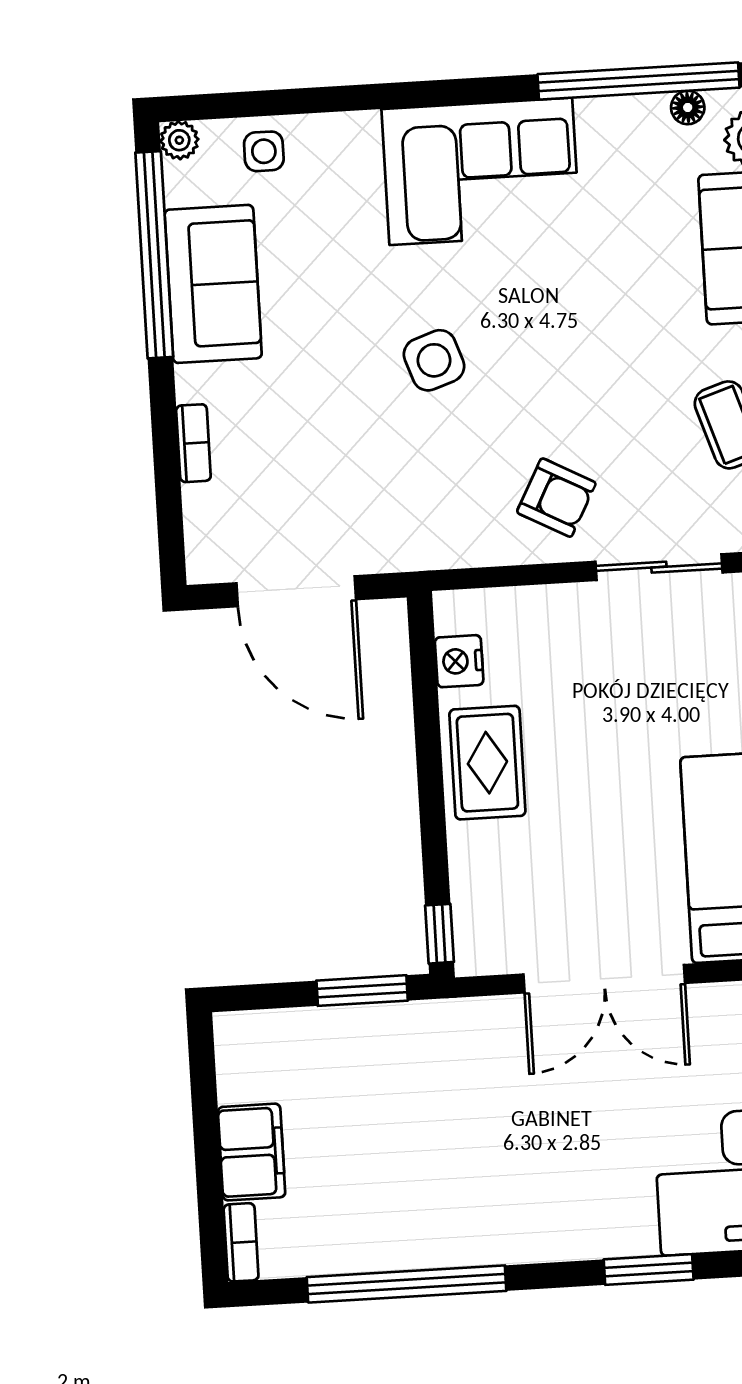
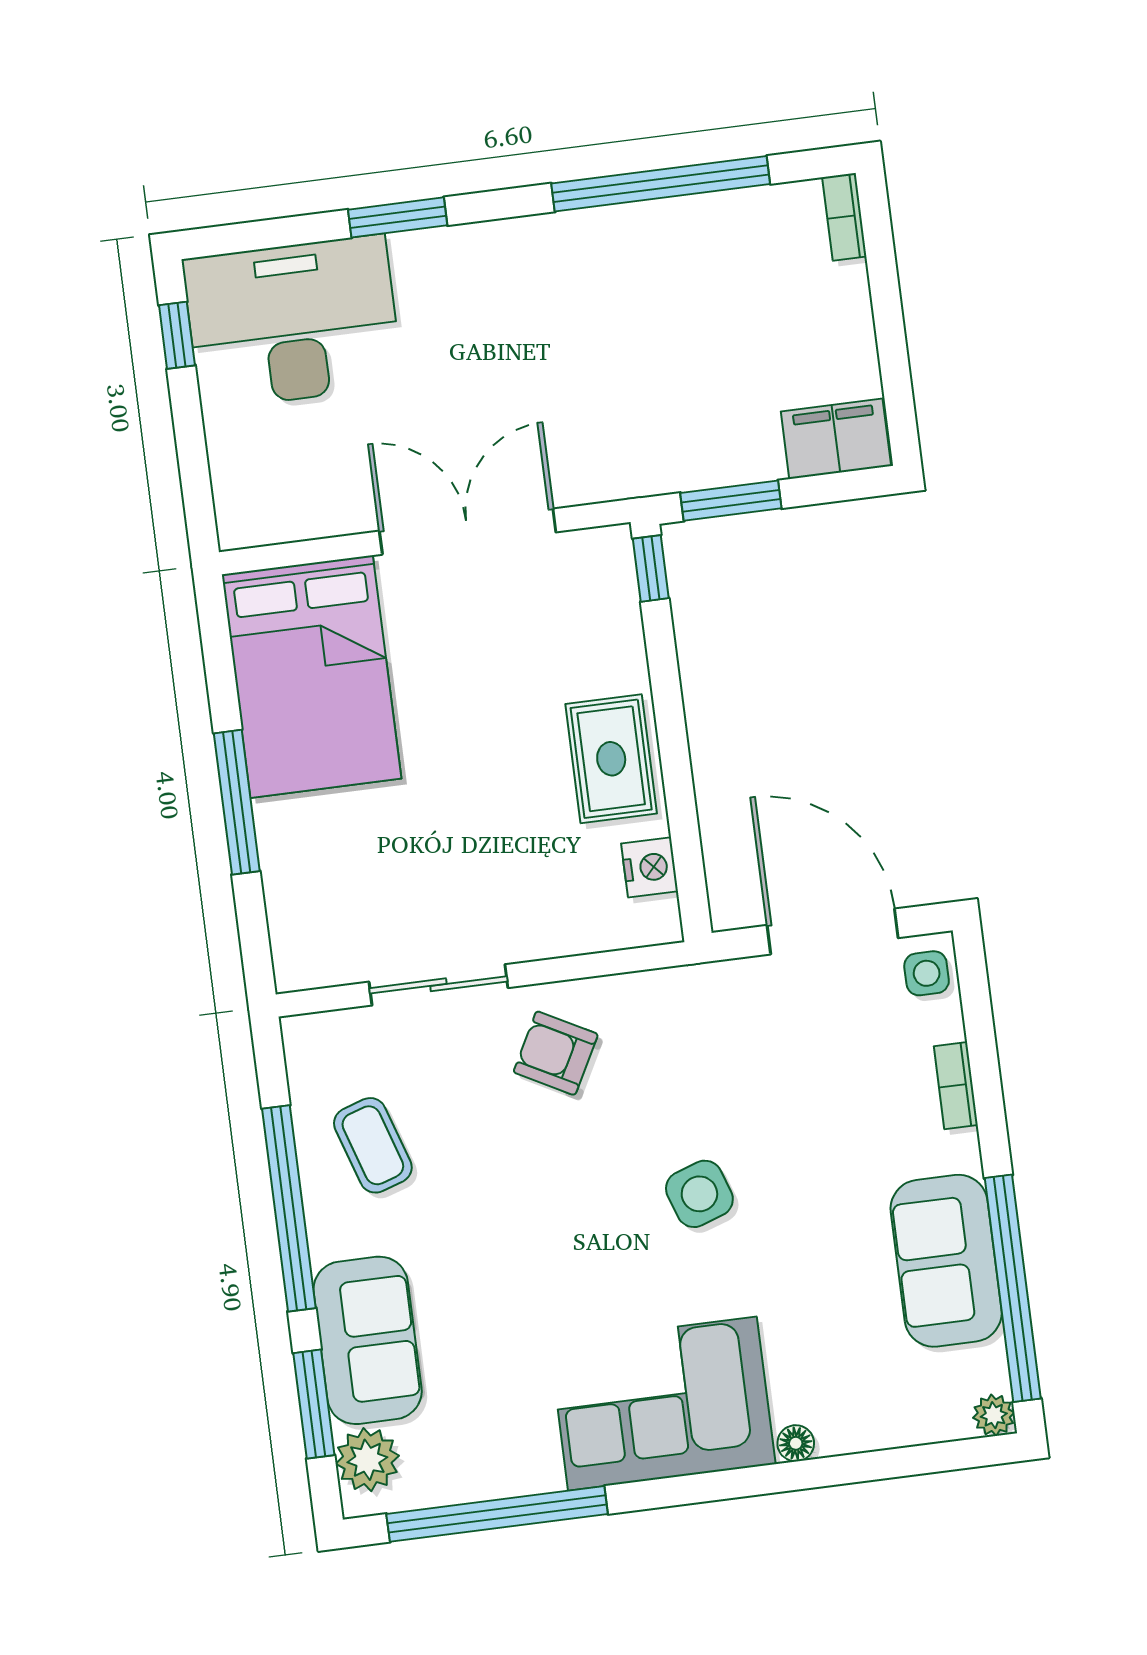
floor lamp: (688, 107) -> (796, 1443), moved
side table: (264, 151) -> (927, 973), moved
filing cabinet: (252, 1152) -> (836, 439), moved, turned 90

